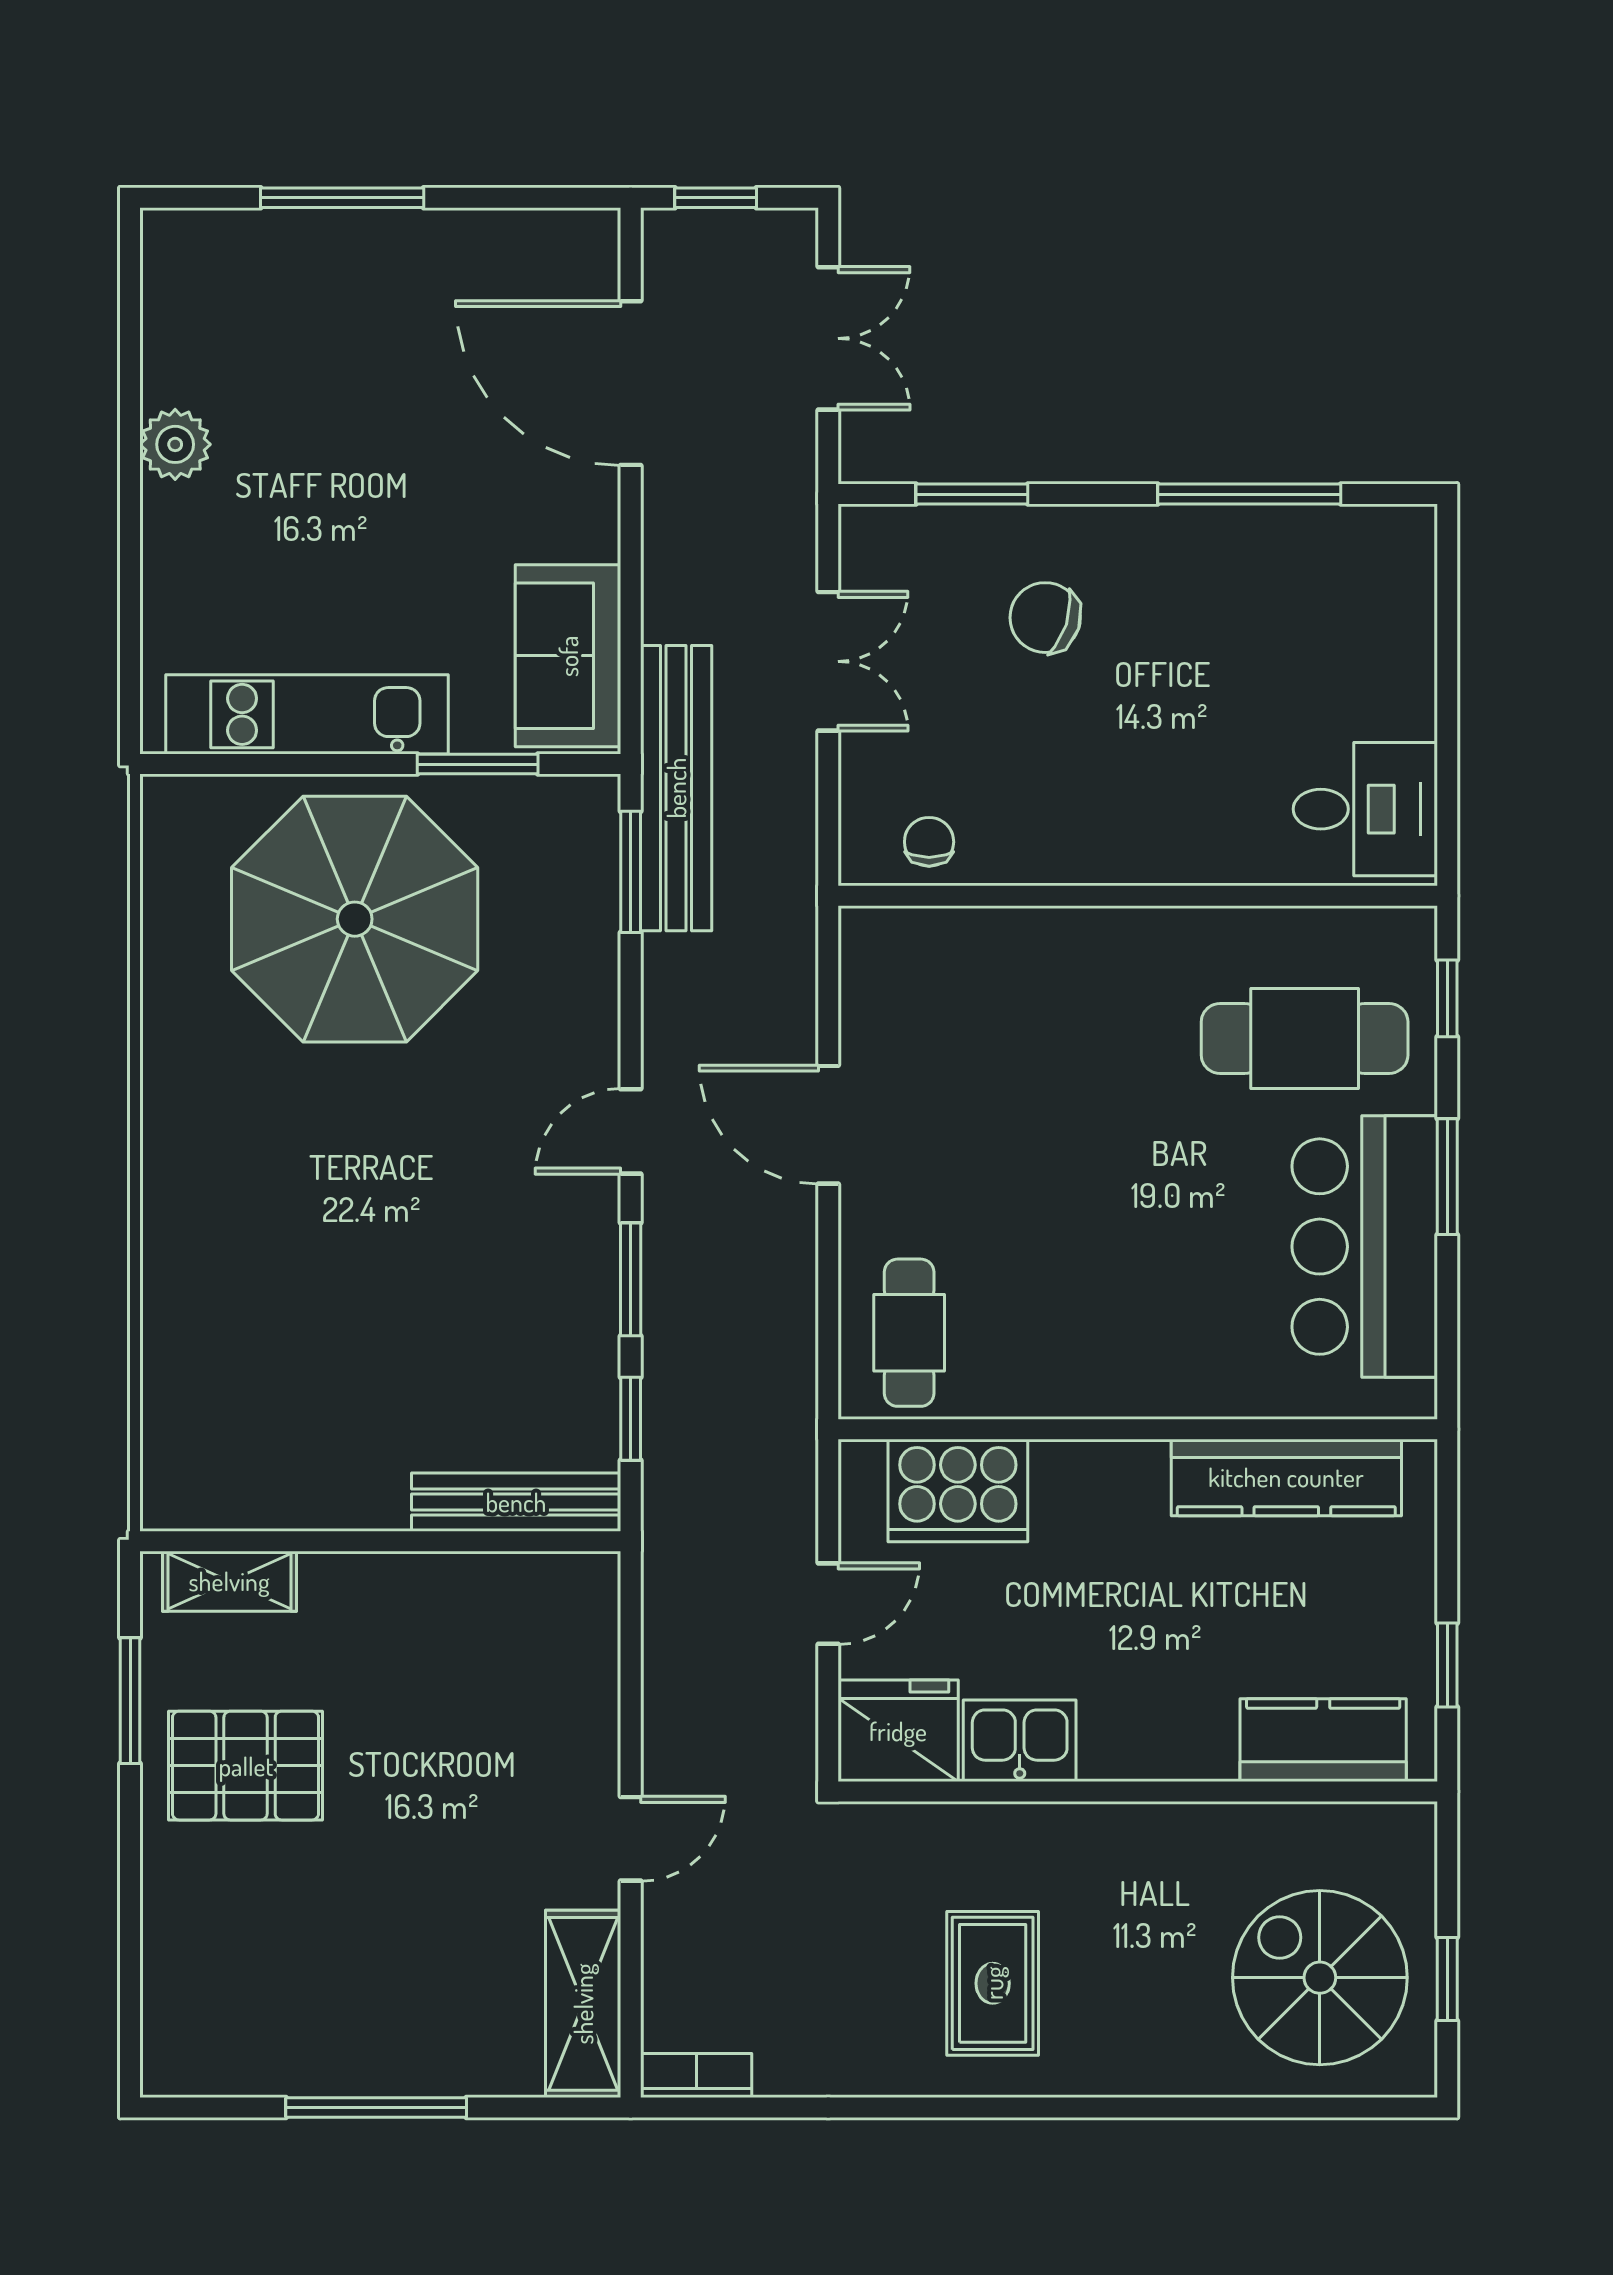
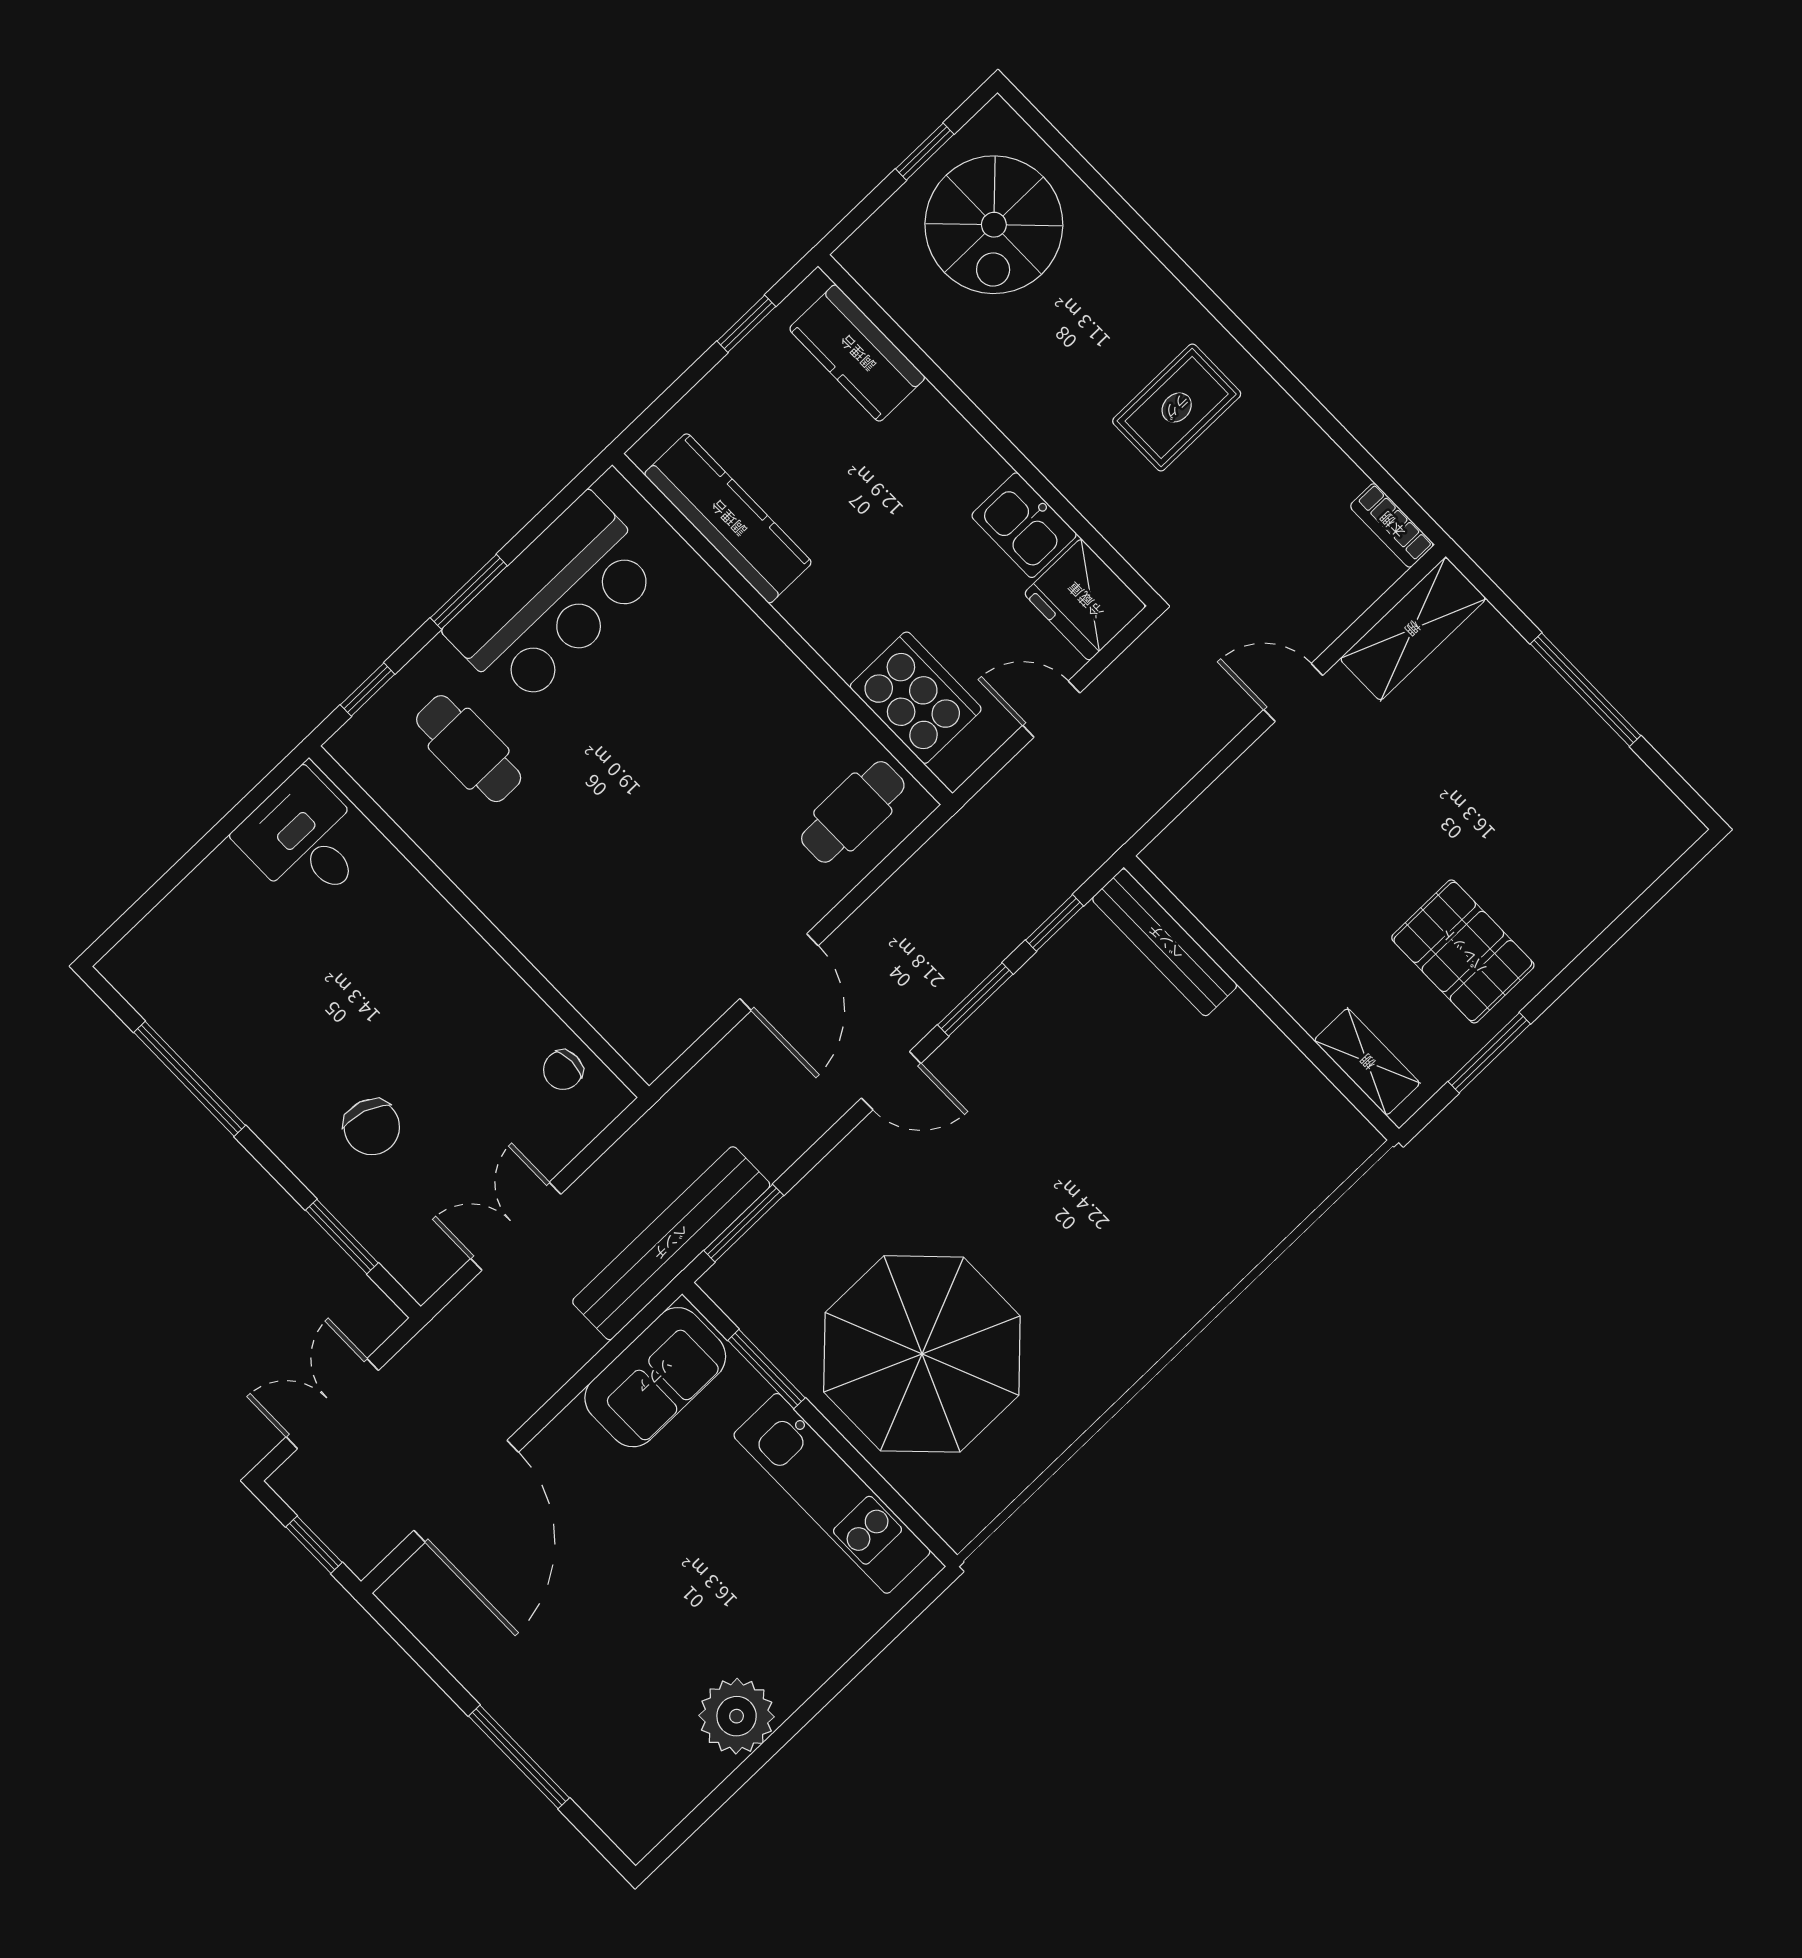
plant: (175, 444) -> (737, 1716), width x1.36, depth x1.36
cafe table: (1305, 1038) -> (469, 749), width x0.73, depth x0.74

